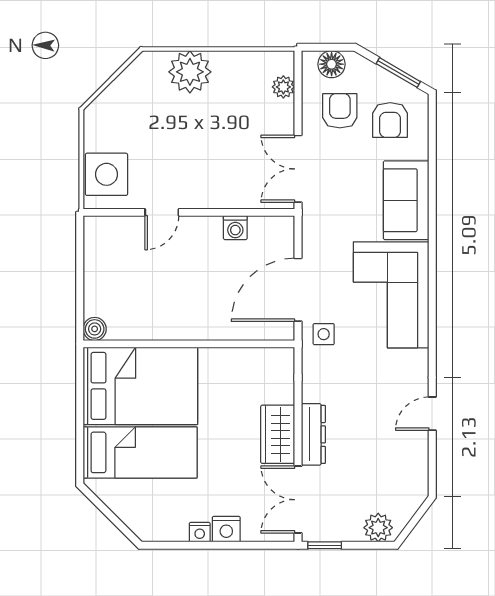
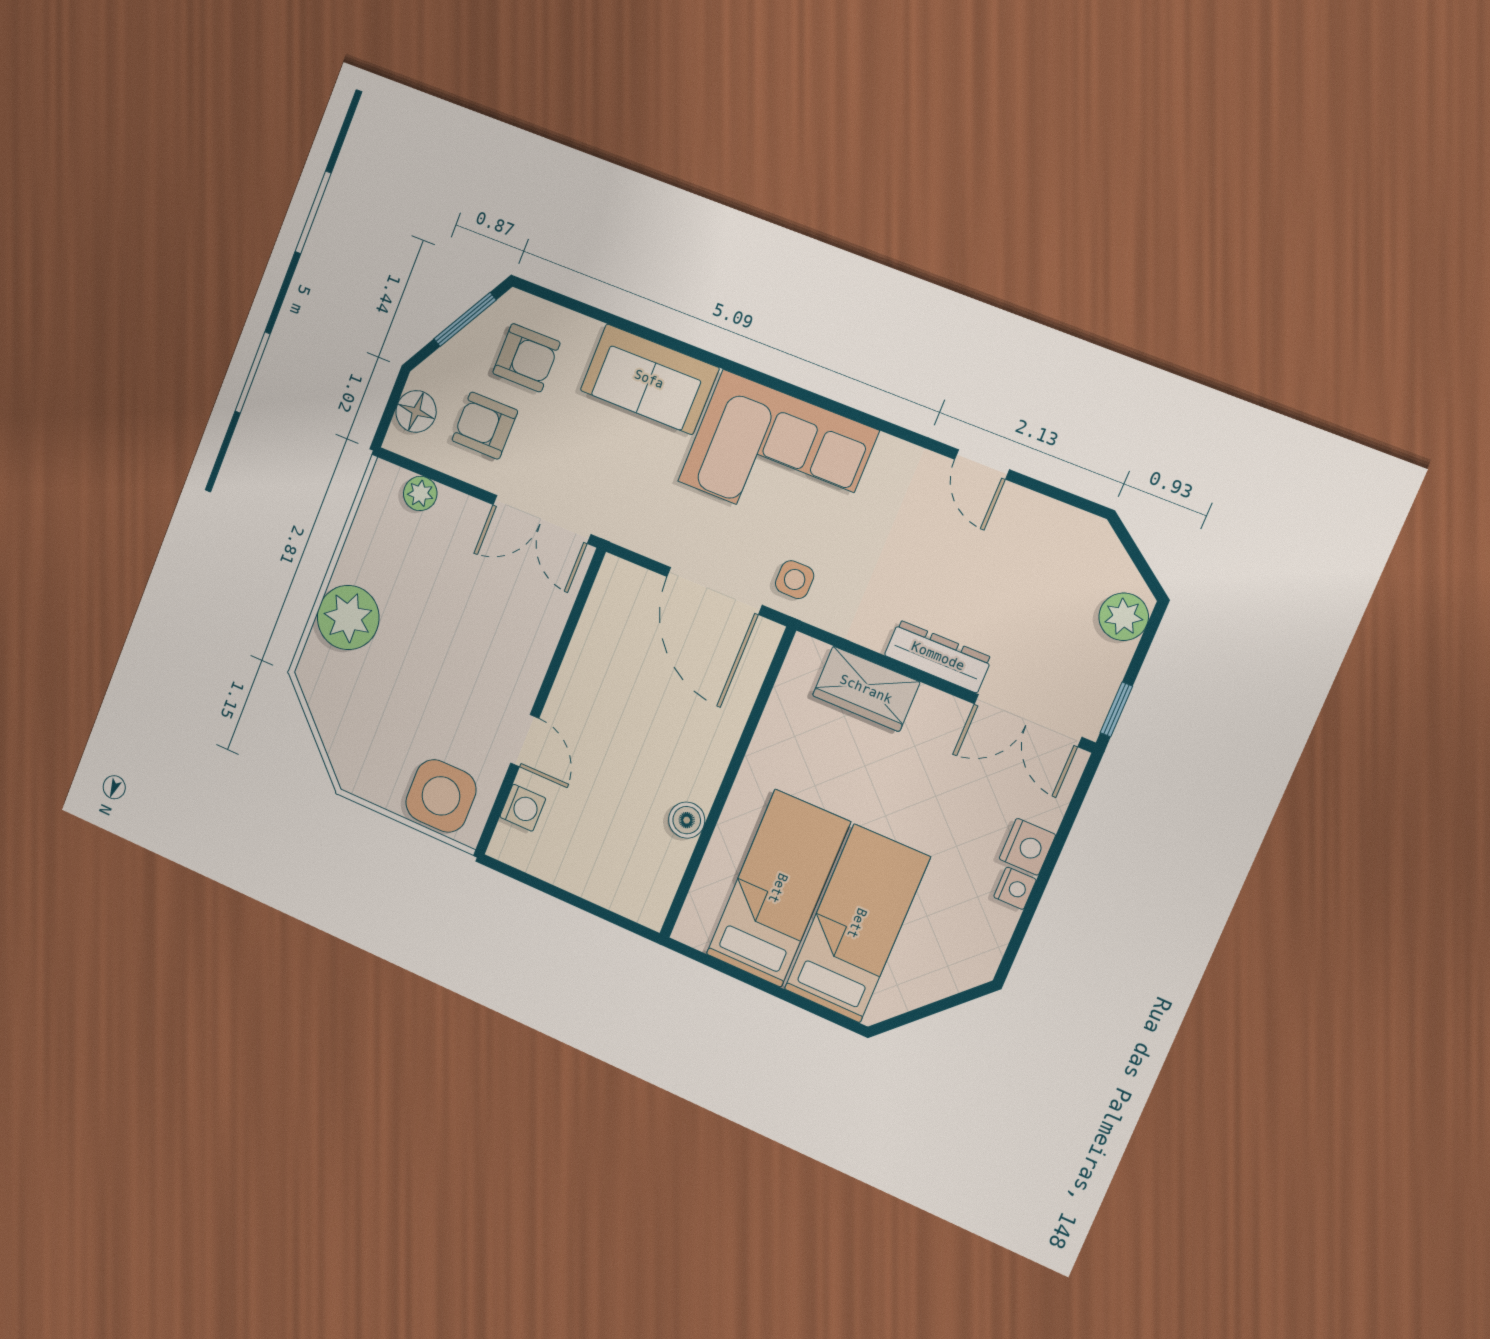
washing machine: (235, 228) -> (523, 808), moved
boiler: (95, 329) -> (687, 820), moved
bed: (140, 386) -> (778, 888), width x0.67
wardrobe: (278, 434) -> (866, 689), moved

